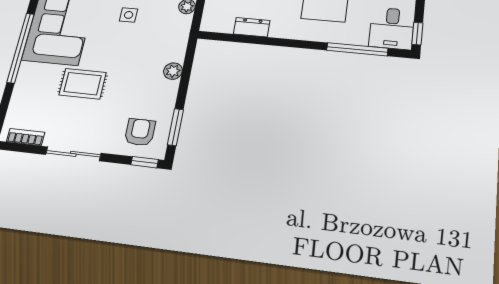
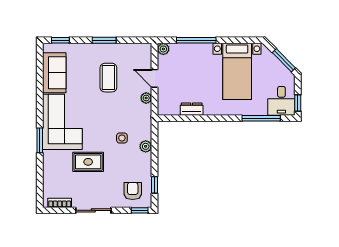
side table: (129, 15) -> (122, 138), moved
window: (21, 48) -> (40, 140), width x0.47
window: (175, 127) -> (155, 185), width x0.67

